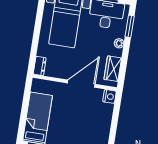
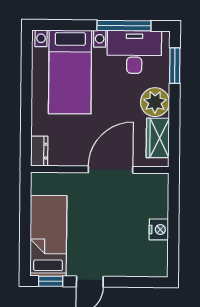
plant: (119, 43) -> (155, 102), width x1.88, depth x1.88
nightstand: (109, 96) -> (159, 229), moved

